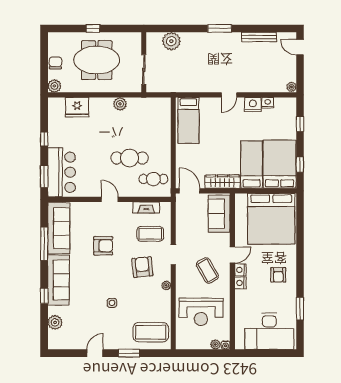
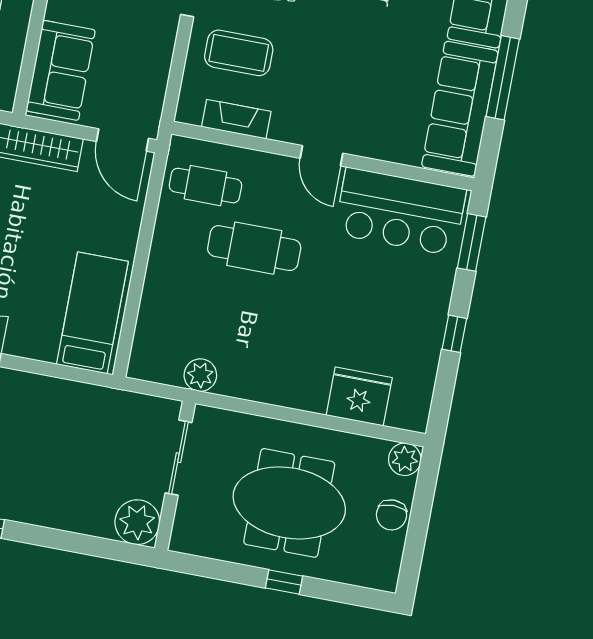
plant: (171, 41) -> (137, 522), moved
plant: (120, 104) -> (200, 375), moved
bar counter: (62, 172) -> (400, 212), moved, turned -90
armchair: (103, 246) -> (359, 45), removed

